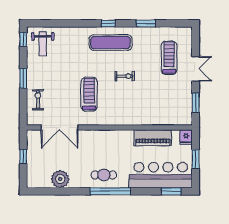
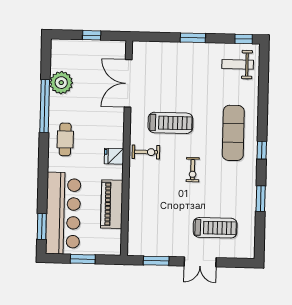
exercise mat: (110, 43) -> (233, 133), moved
exercise bike: (38, 99) -> (146, 152), moved
fridge: (186, 137) -> (114, 156), moved
window: (110, 191) -> (45, 106), moved

